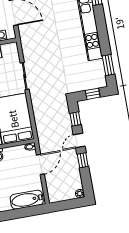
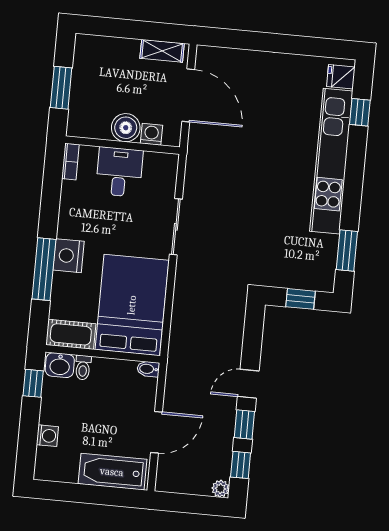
window: (75, 119) -> (241, 465), moved
door: (40, 164) -> (156, 432), moved

